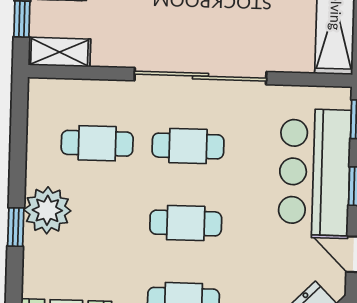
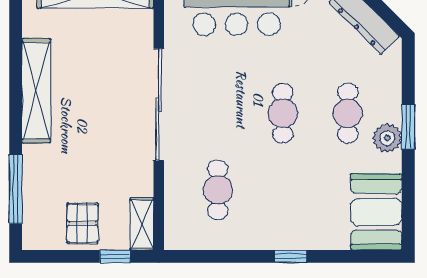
cafe table: (188, 146) -> (218, 113), removed
plant: (47, 210) -> (276, 230), removed

